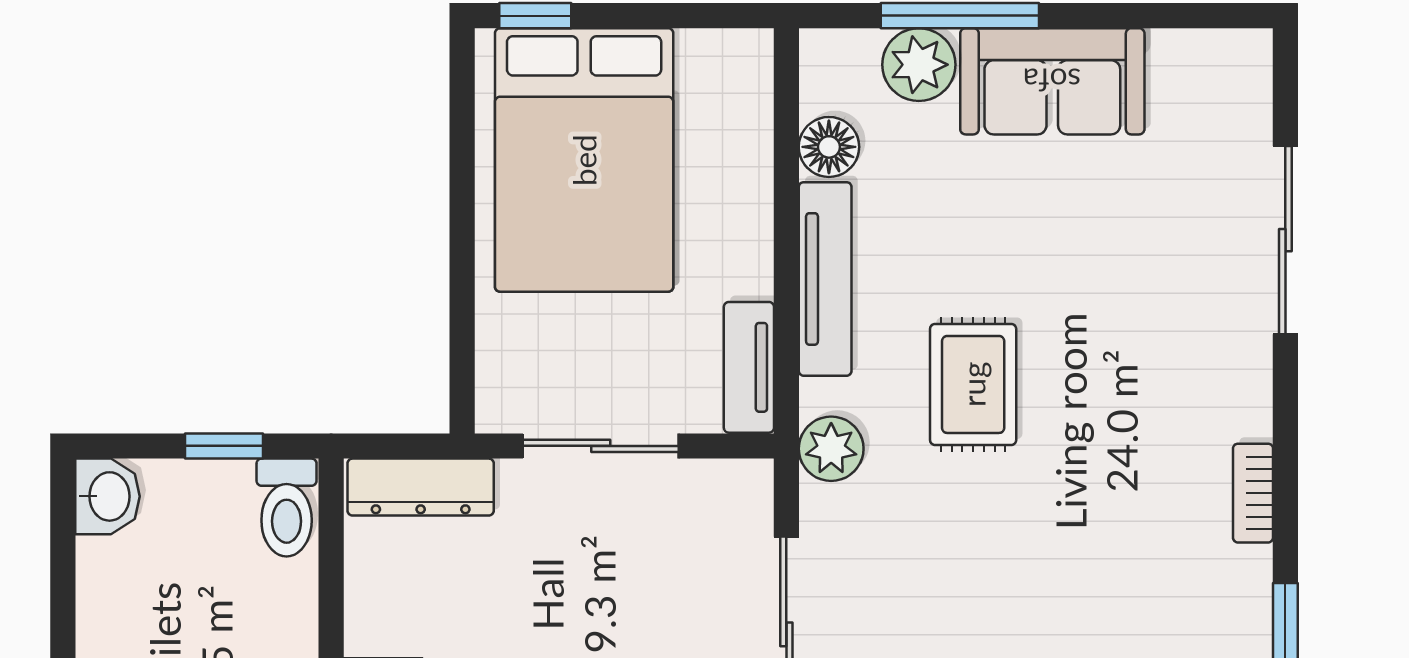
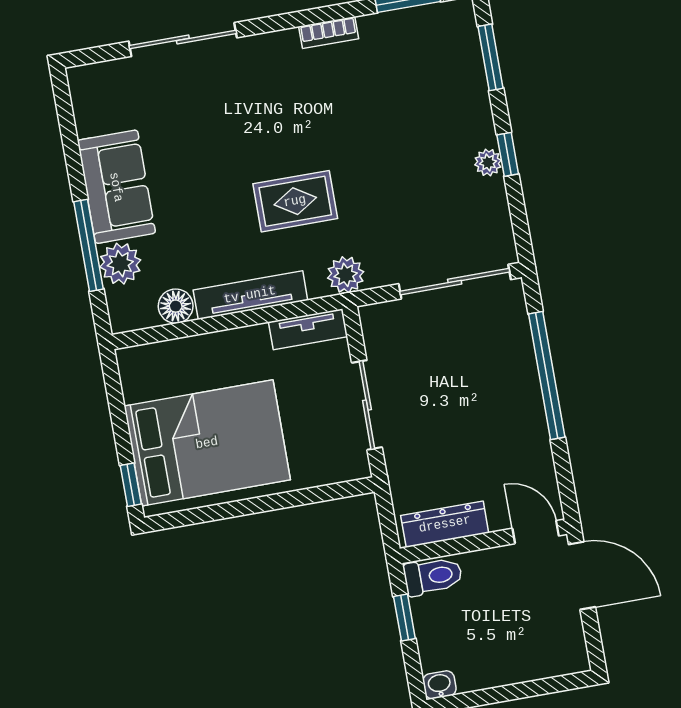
dresser: (421, 487) -> (445, 524), moved, turned -90
washbasin: (108, 496) -> (440, 685), width x0.72, depth x0.69

